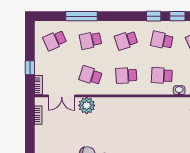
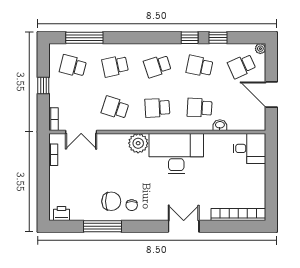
window: (81, 16) -> (84, 38), moved
school desk: (55, 40) -> (73, 66), turned 39
window: (30, 68) -> (43, 86), moved
plant: (87, 105) -> (138, 143), moved
desk: (142, 114) -> (176, 154), added

